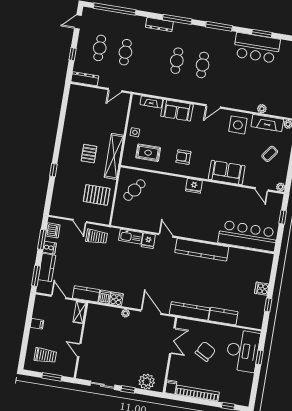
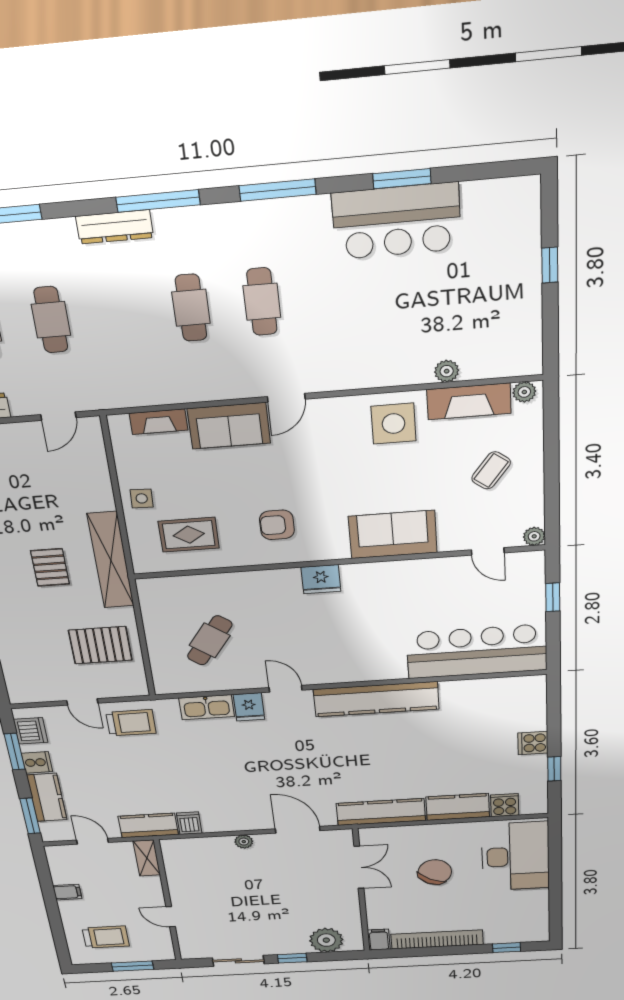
door: (213, 106) -> (286, 398), moved
cafe table: (134, 190) -> (210, 640), moved
cooker: (116, 299) -> (505, 805), moved
window: (259, 357) -> (555, 860), removed

